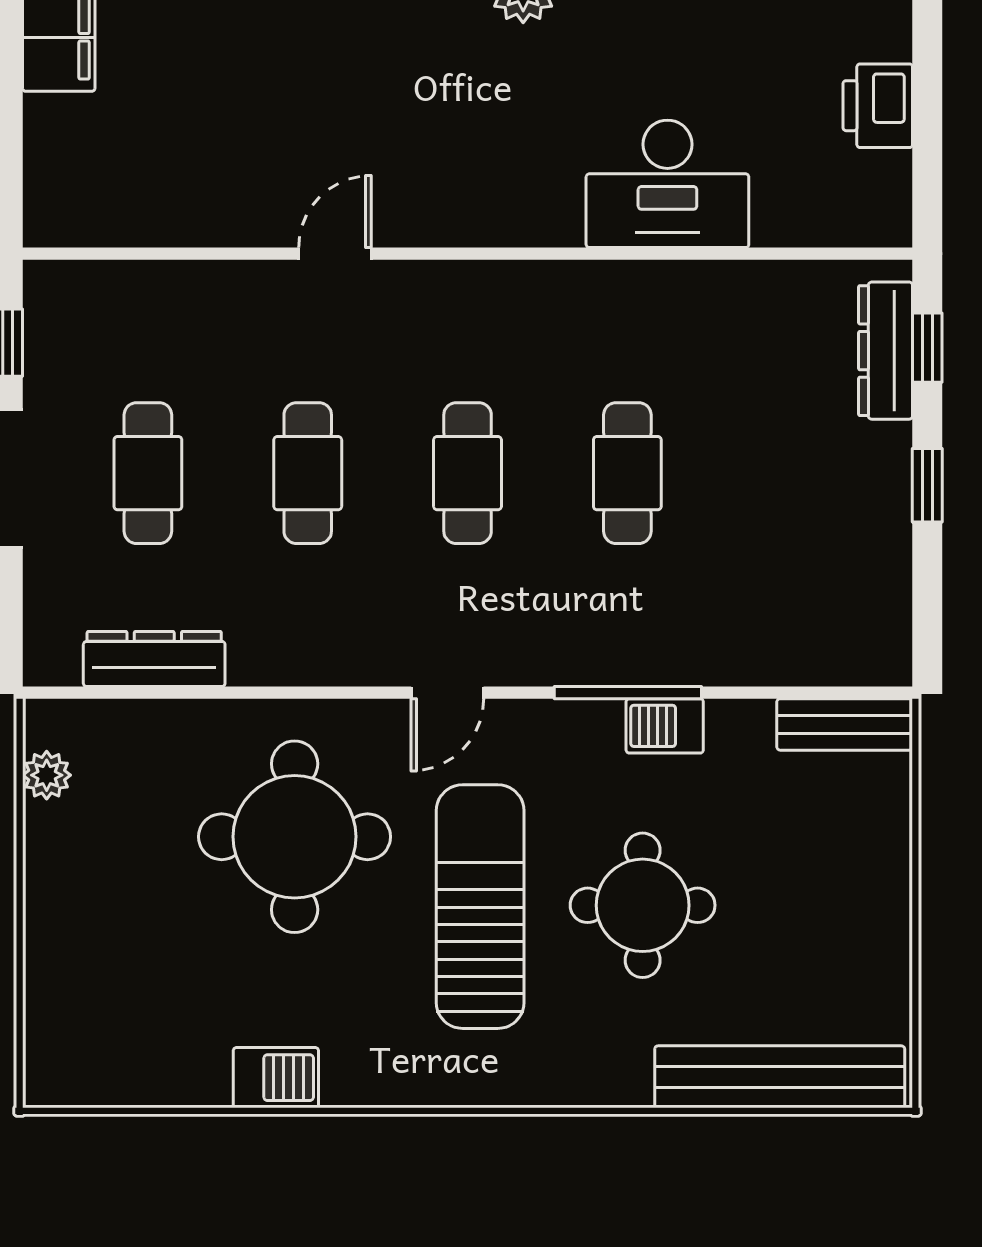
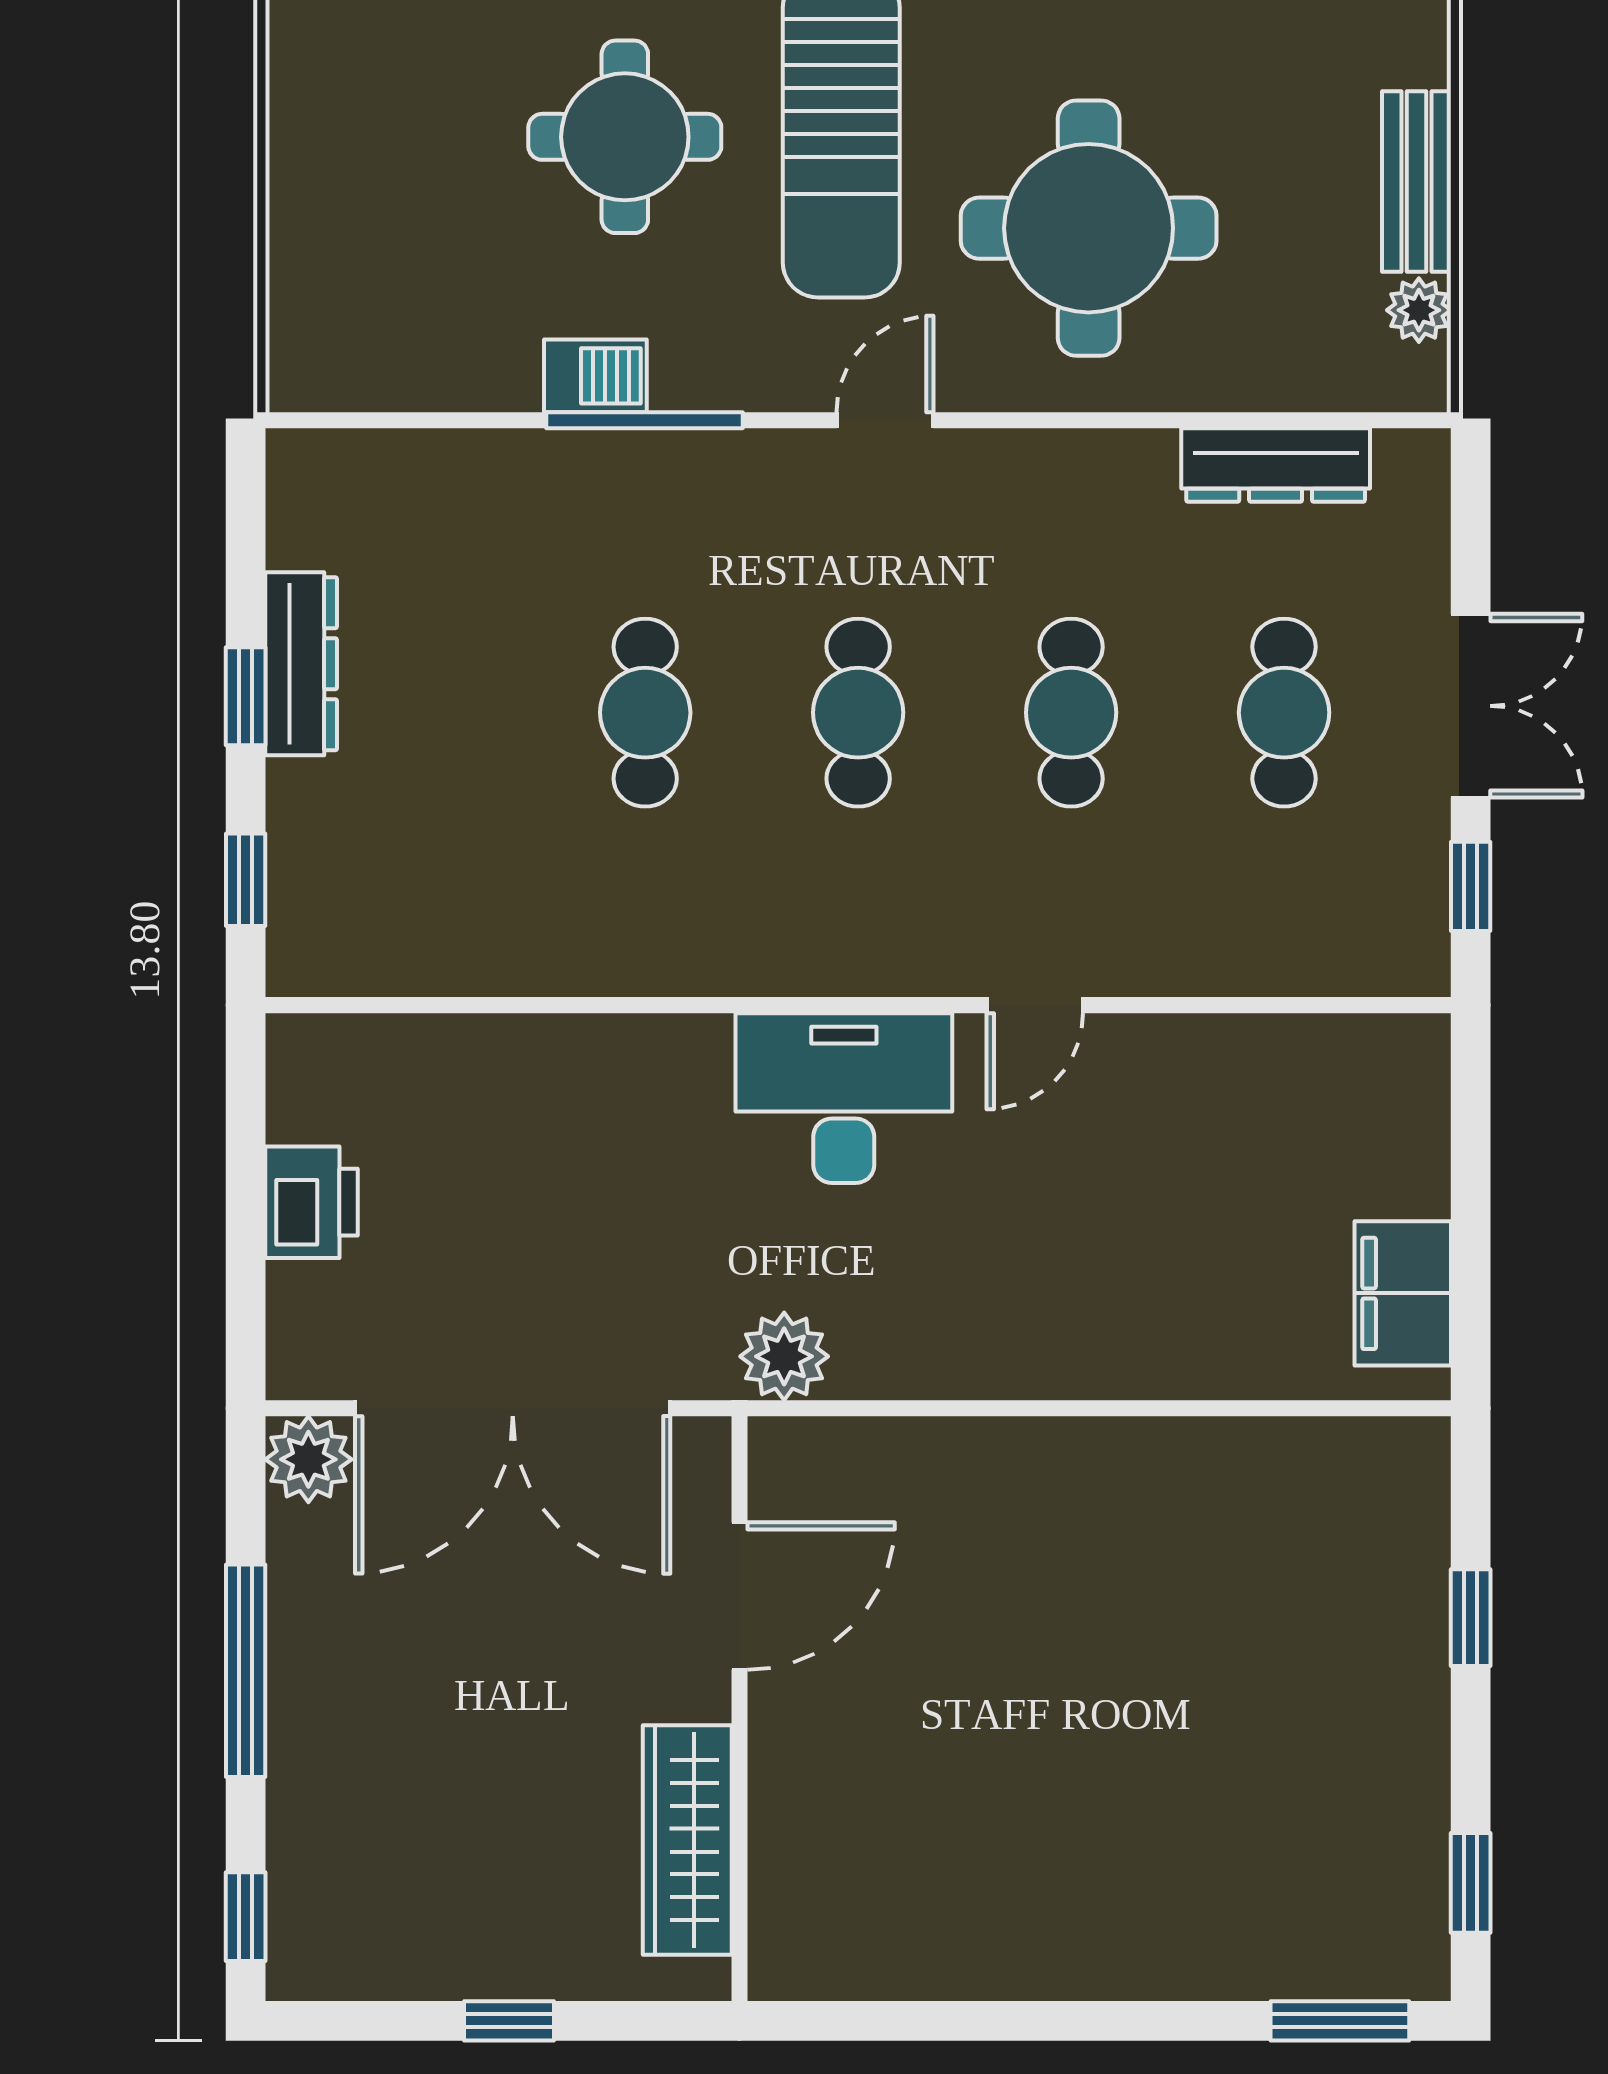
desk: (667, 184) -> (844, 1098), moved
dresser: (886, 351) -> (301, 664), moved
bench: (845, 724) -> (1416, 182), moved, turned 90

